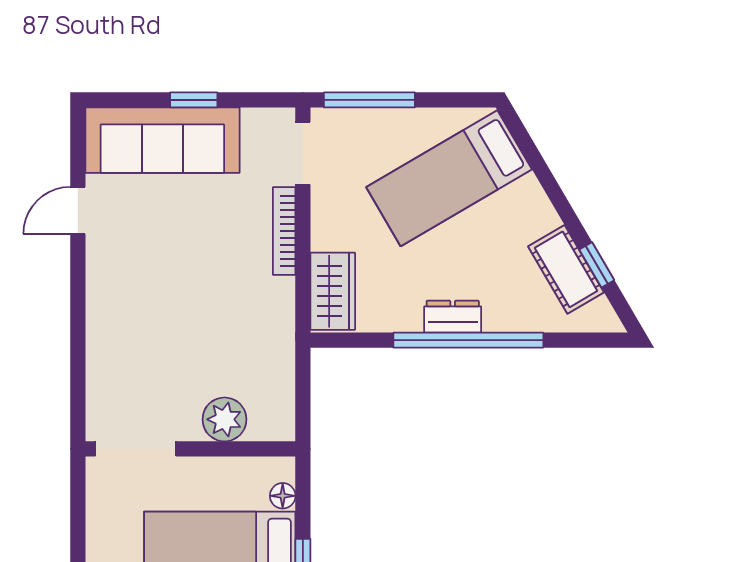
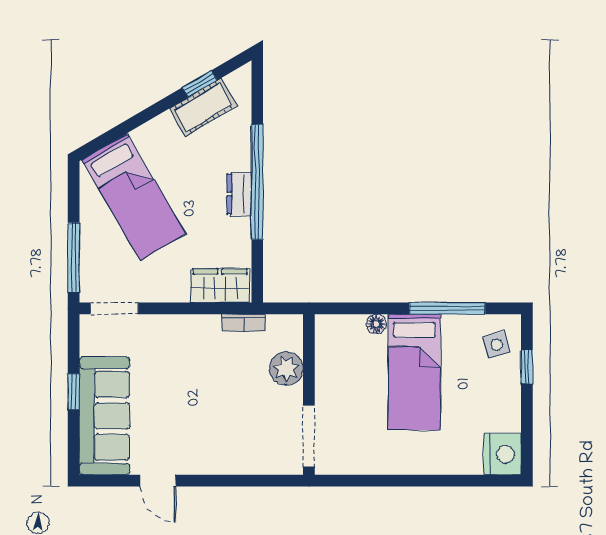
bookcase: (284, 231) -> (244, 323), moved, width x0.64
plant: (224, 419) -> (286, 368), moved
doorway: (136, 449) -> (309, 436), moved
wall: (190, 449) -> (309, 394), moved

